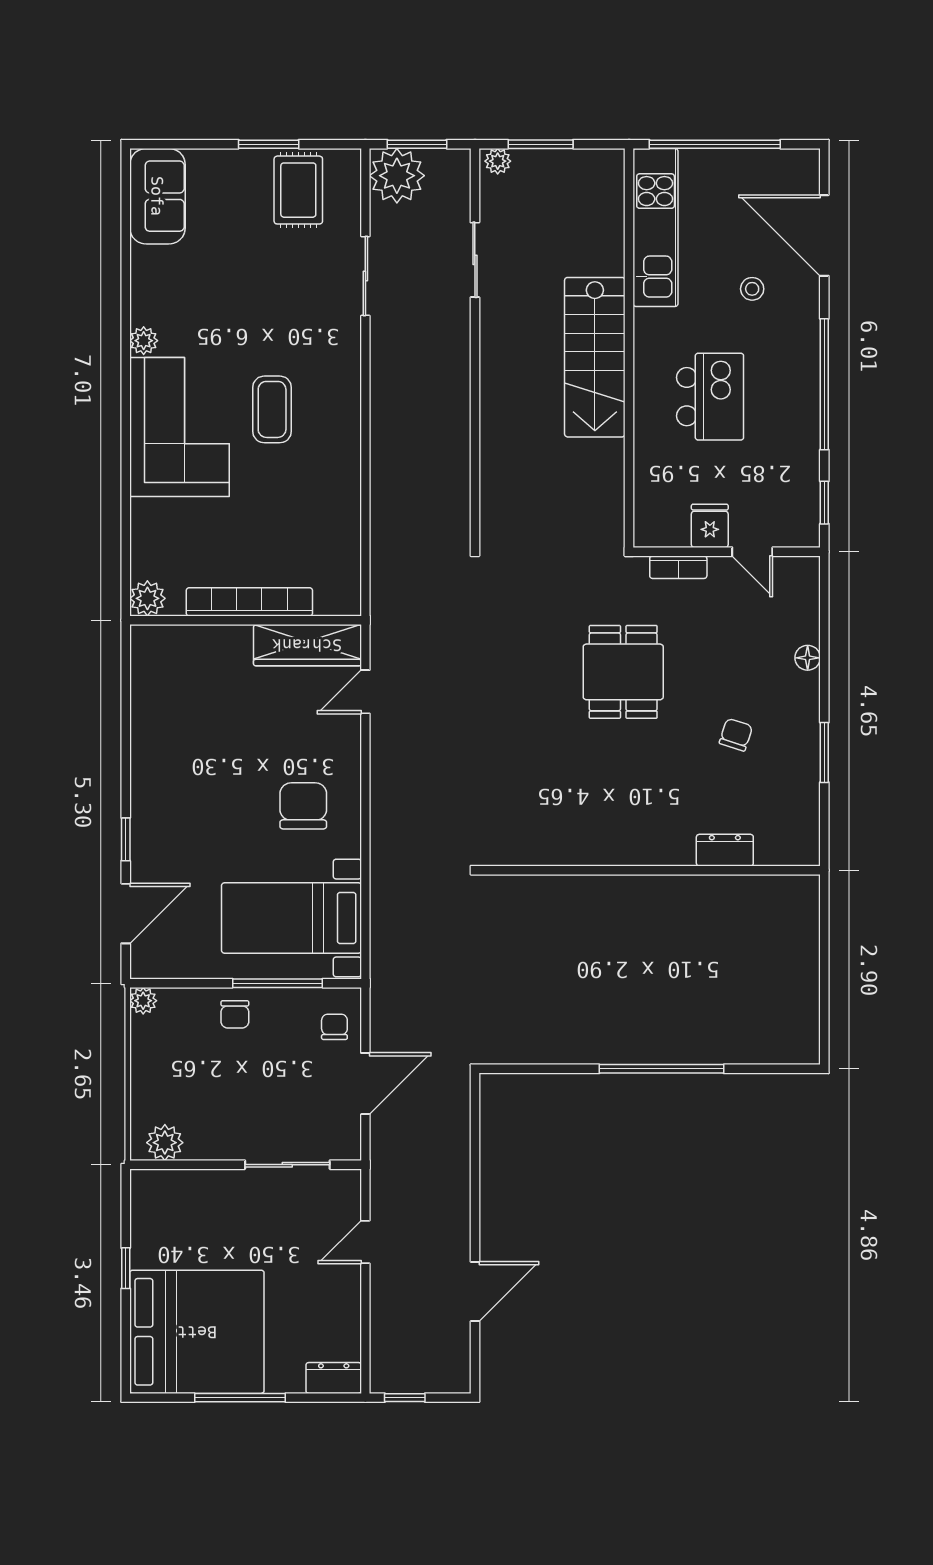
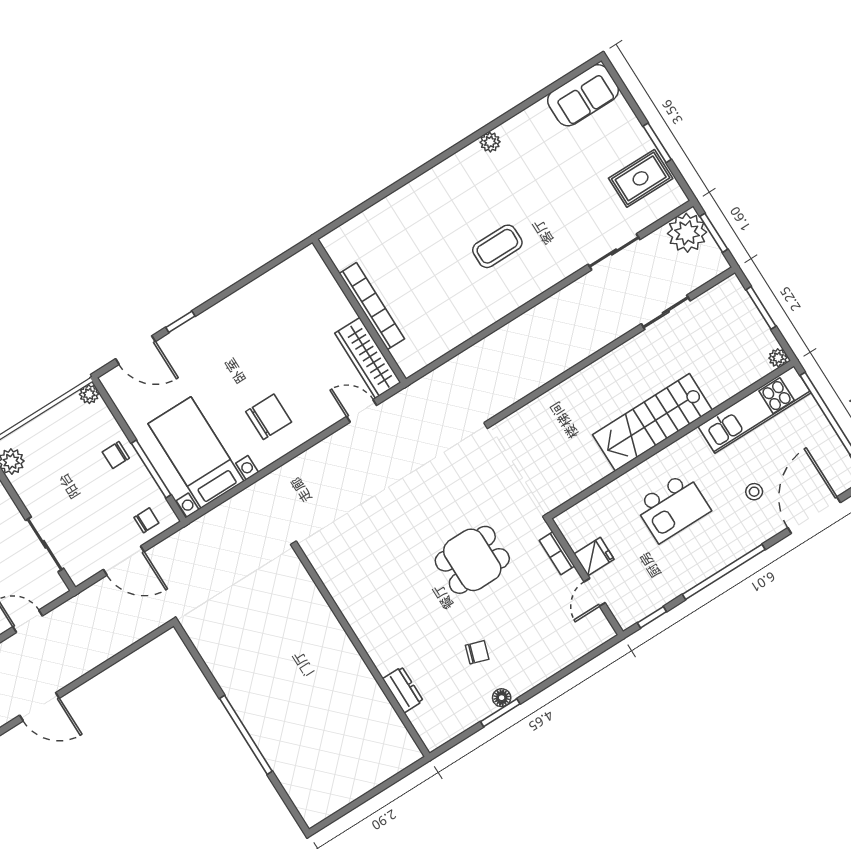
plant: (498, 161) -> (778, 358), moved
corner sofa: (179, 427) -> (451, 197), removed
plant: (147, 598) -> (335, 243), removed
floor lamp: (808, 658) -> (502, 698), moved

